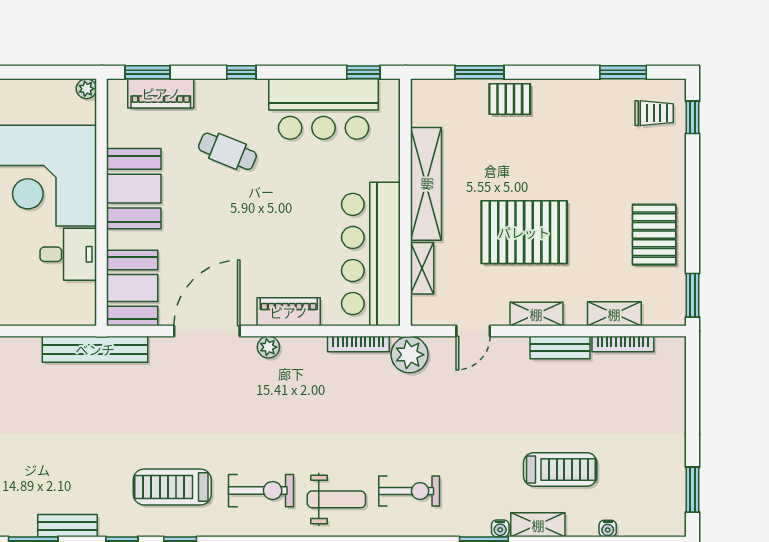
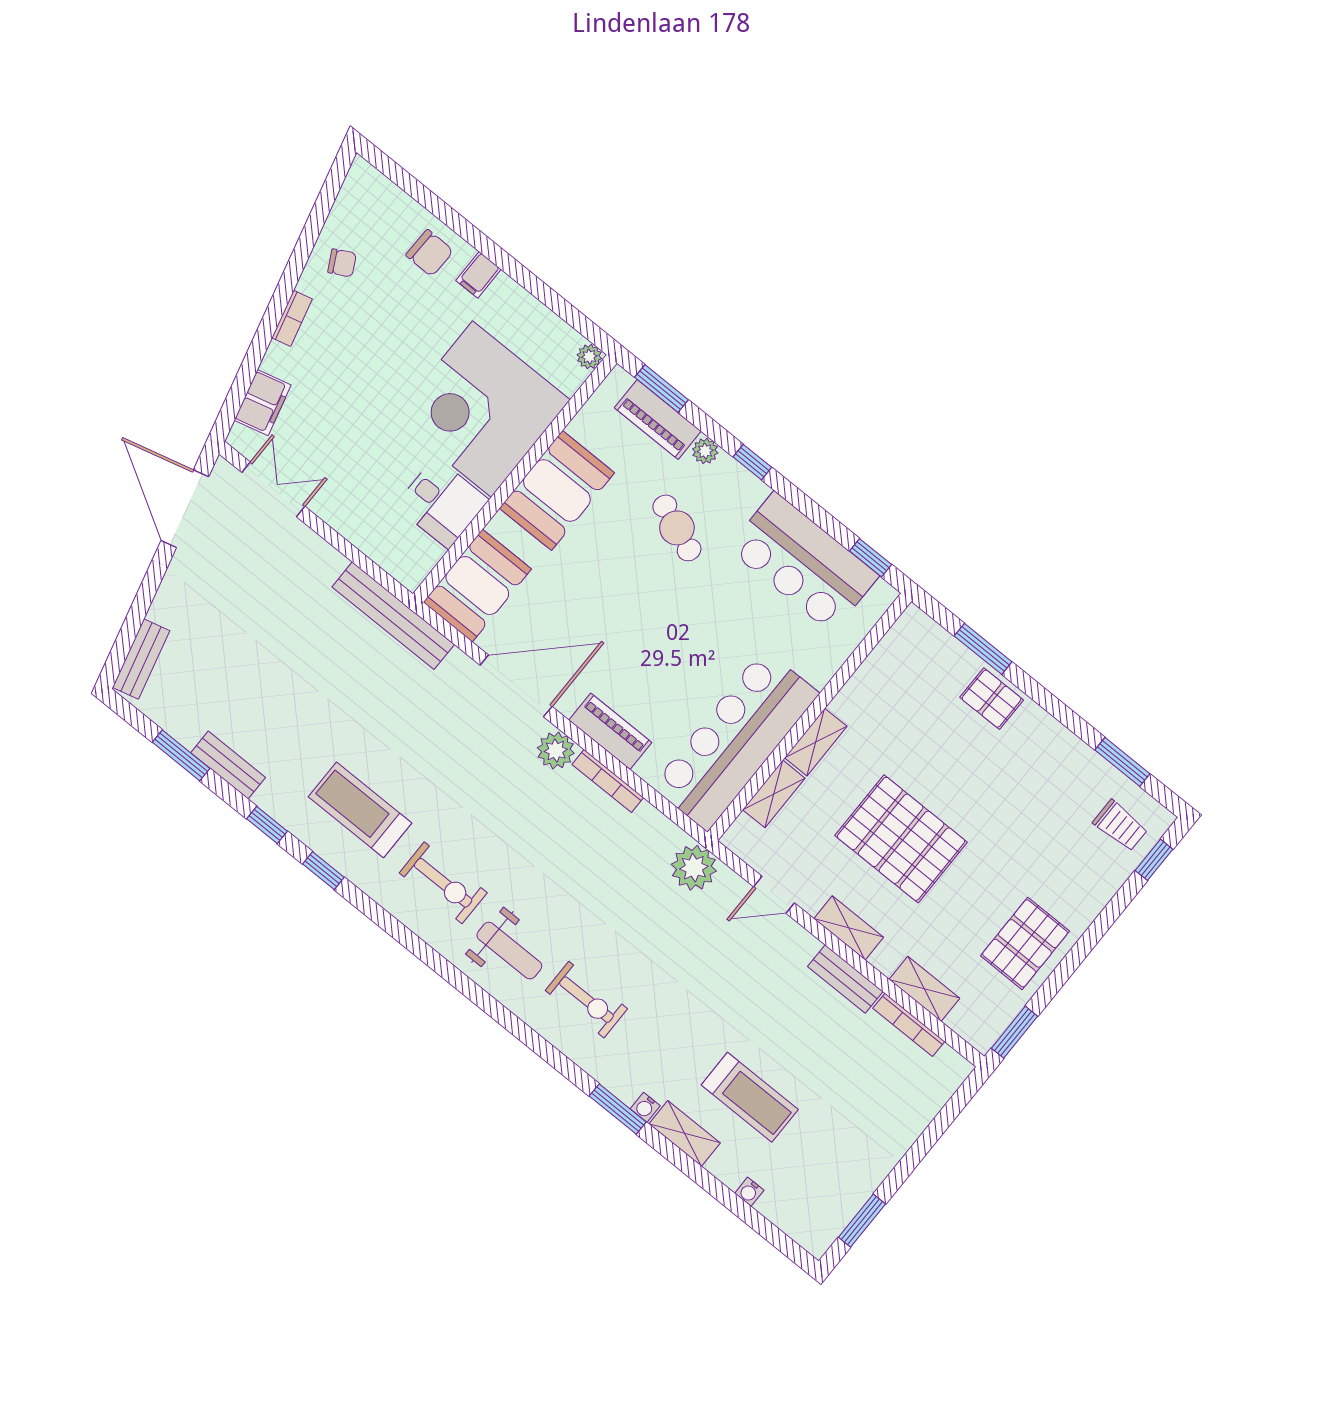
plant: (206, 89) -> (705, 451), added
shelving: (426, 184) -> (816, 742), width x0.45, depth x0.75
bookcase: (358, 344) -> (608, 781), moved
plant: (268, 347) -> (556, 750), width x1.38, depth x1.38

